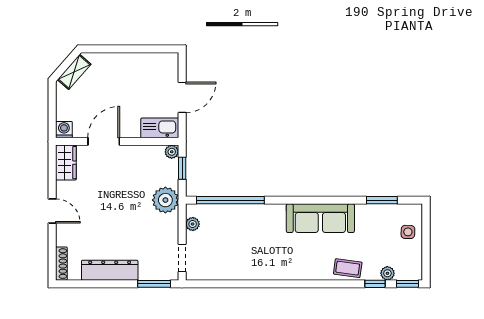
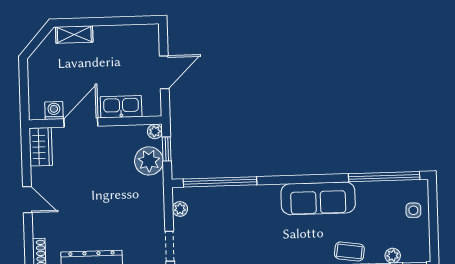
shelving: (74, 72) -> (74, 35), moved, turned 49
kitchen sink: (160, 128) -> (121, 107), moved
washing machine: (64, 130) -> (54, 111), moved
plant: (165, 200) -> (149, 161), moved
window: (382, 200) -> (384, 177), width x2.11

